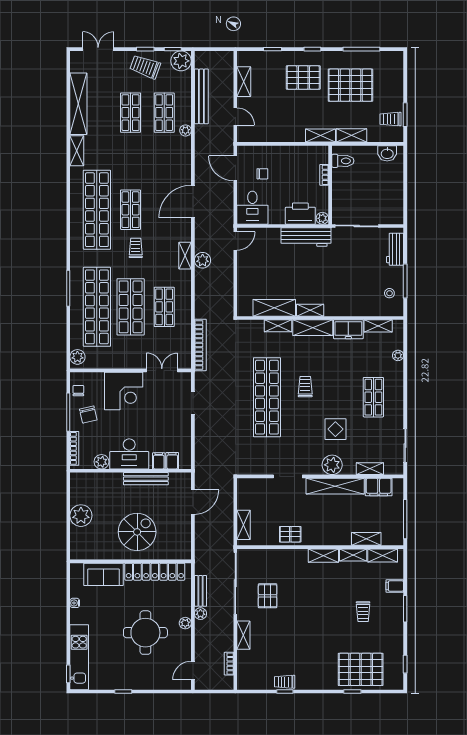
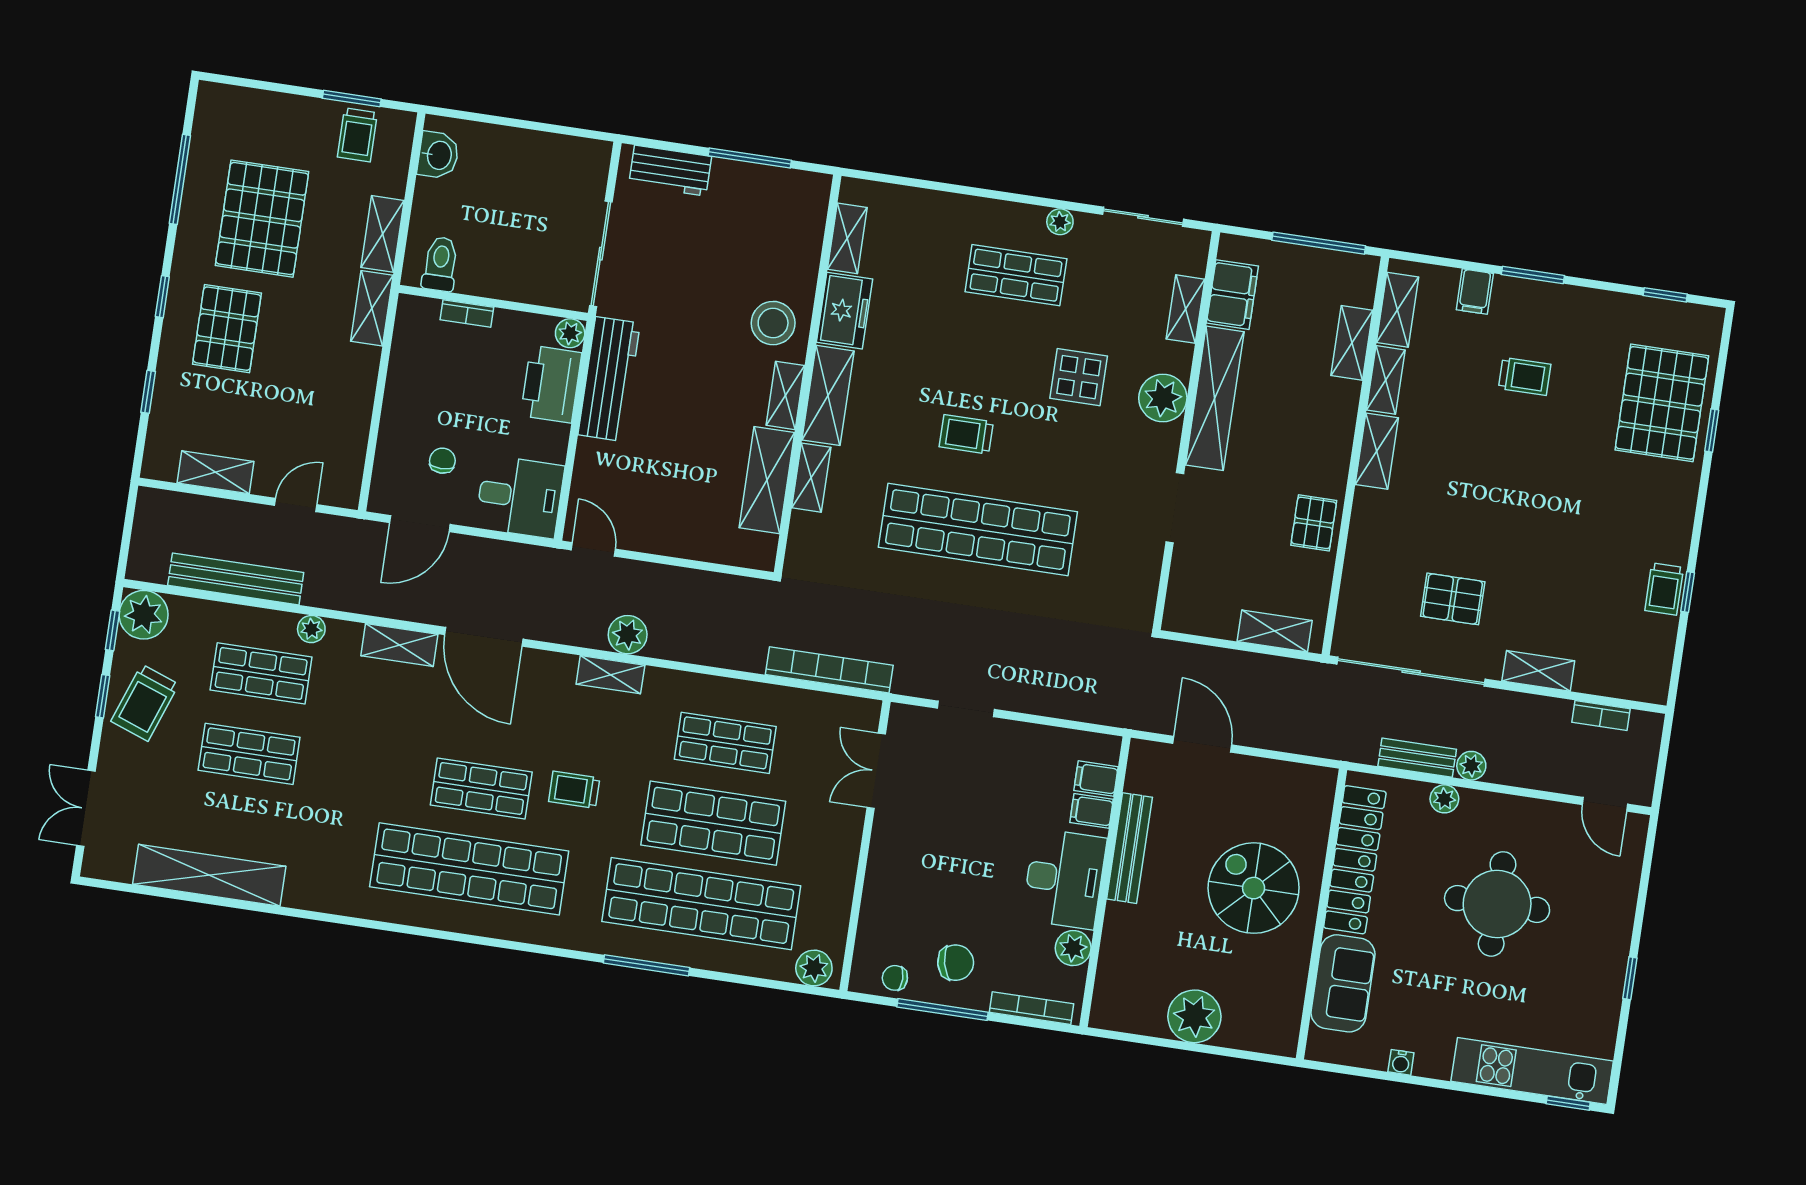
shelving: (77, 151) -> (399, 645), moved
stool: (389, 293) -> (773, 323), moved, width x1.89, depth x1.89
plant: (398, 355) -> (1060, 222), moved
corner desk: (124, 391) -> (912, 870), removed
plant: (185, 623) -> (1444, 799), moved

